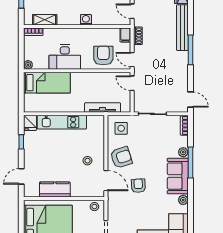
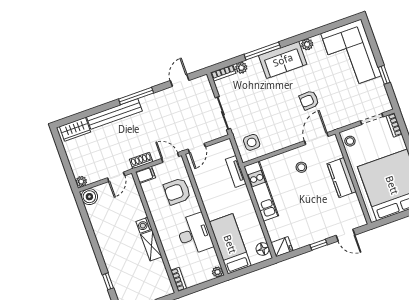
shelving: (45, 20) -> (151, 246), moved
door: (132, 60) -> (170, 157), swing flipped
door: (190, 100) -> (180, 80), moved
floor lamp: (34, 107) -> (263, 249), added
tv unit: (103, 108) -> (236, 171), width x0.71
kitchen unit: (62, 122) -> (261, 191), moved
window: (21, 142) -> (319, 245), moved
plant: (183, 152) -> (241, 68), moved
armchair: (121, 157) -> (284, 131), removed
kitchen counter: (55, 190) -> (342, 178), moved

